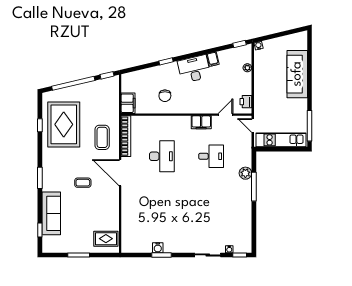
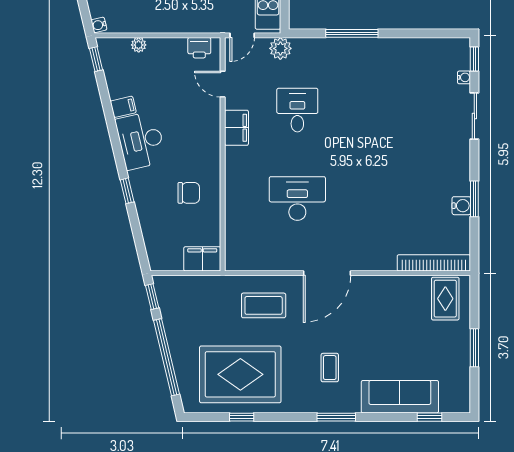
bookcase: (126, 136) -> (434, 263), moved
plant: (245, 173) -> (280, 48), moved
coffee table: (83, 183) -> (330, 368), moved

